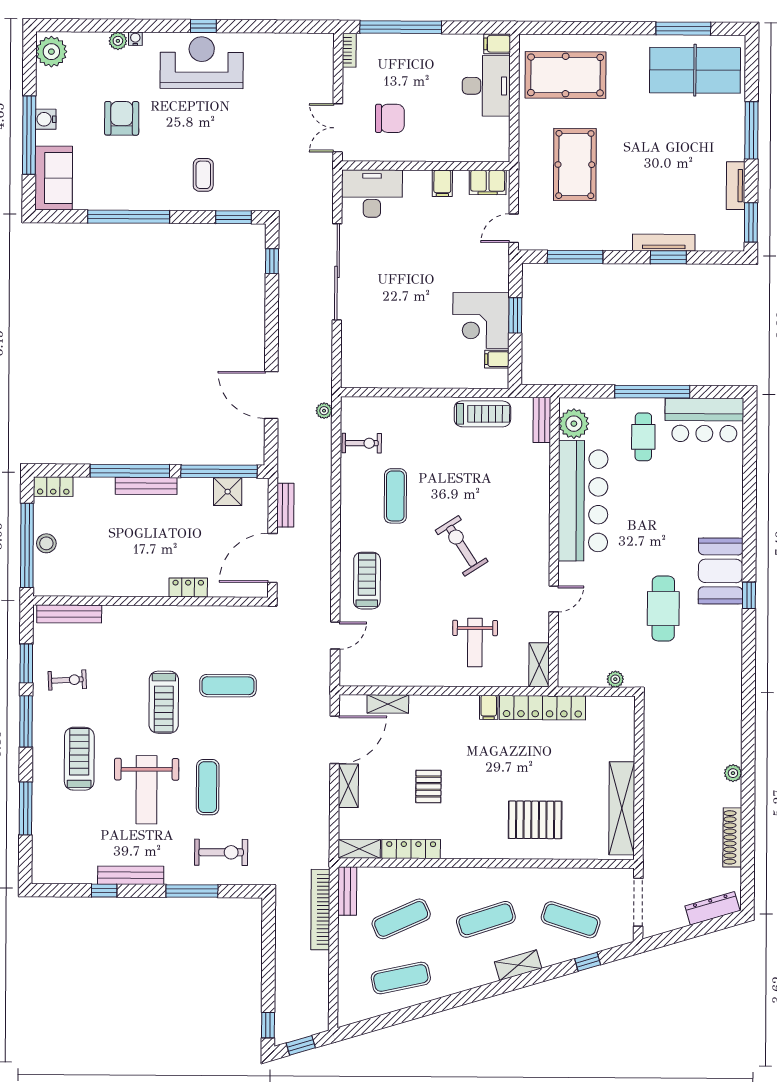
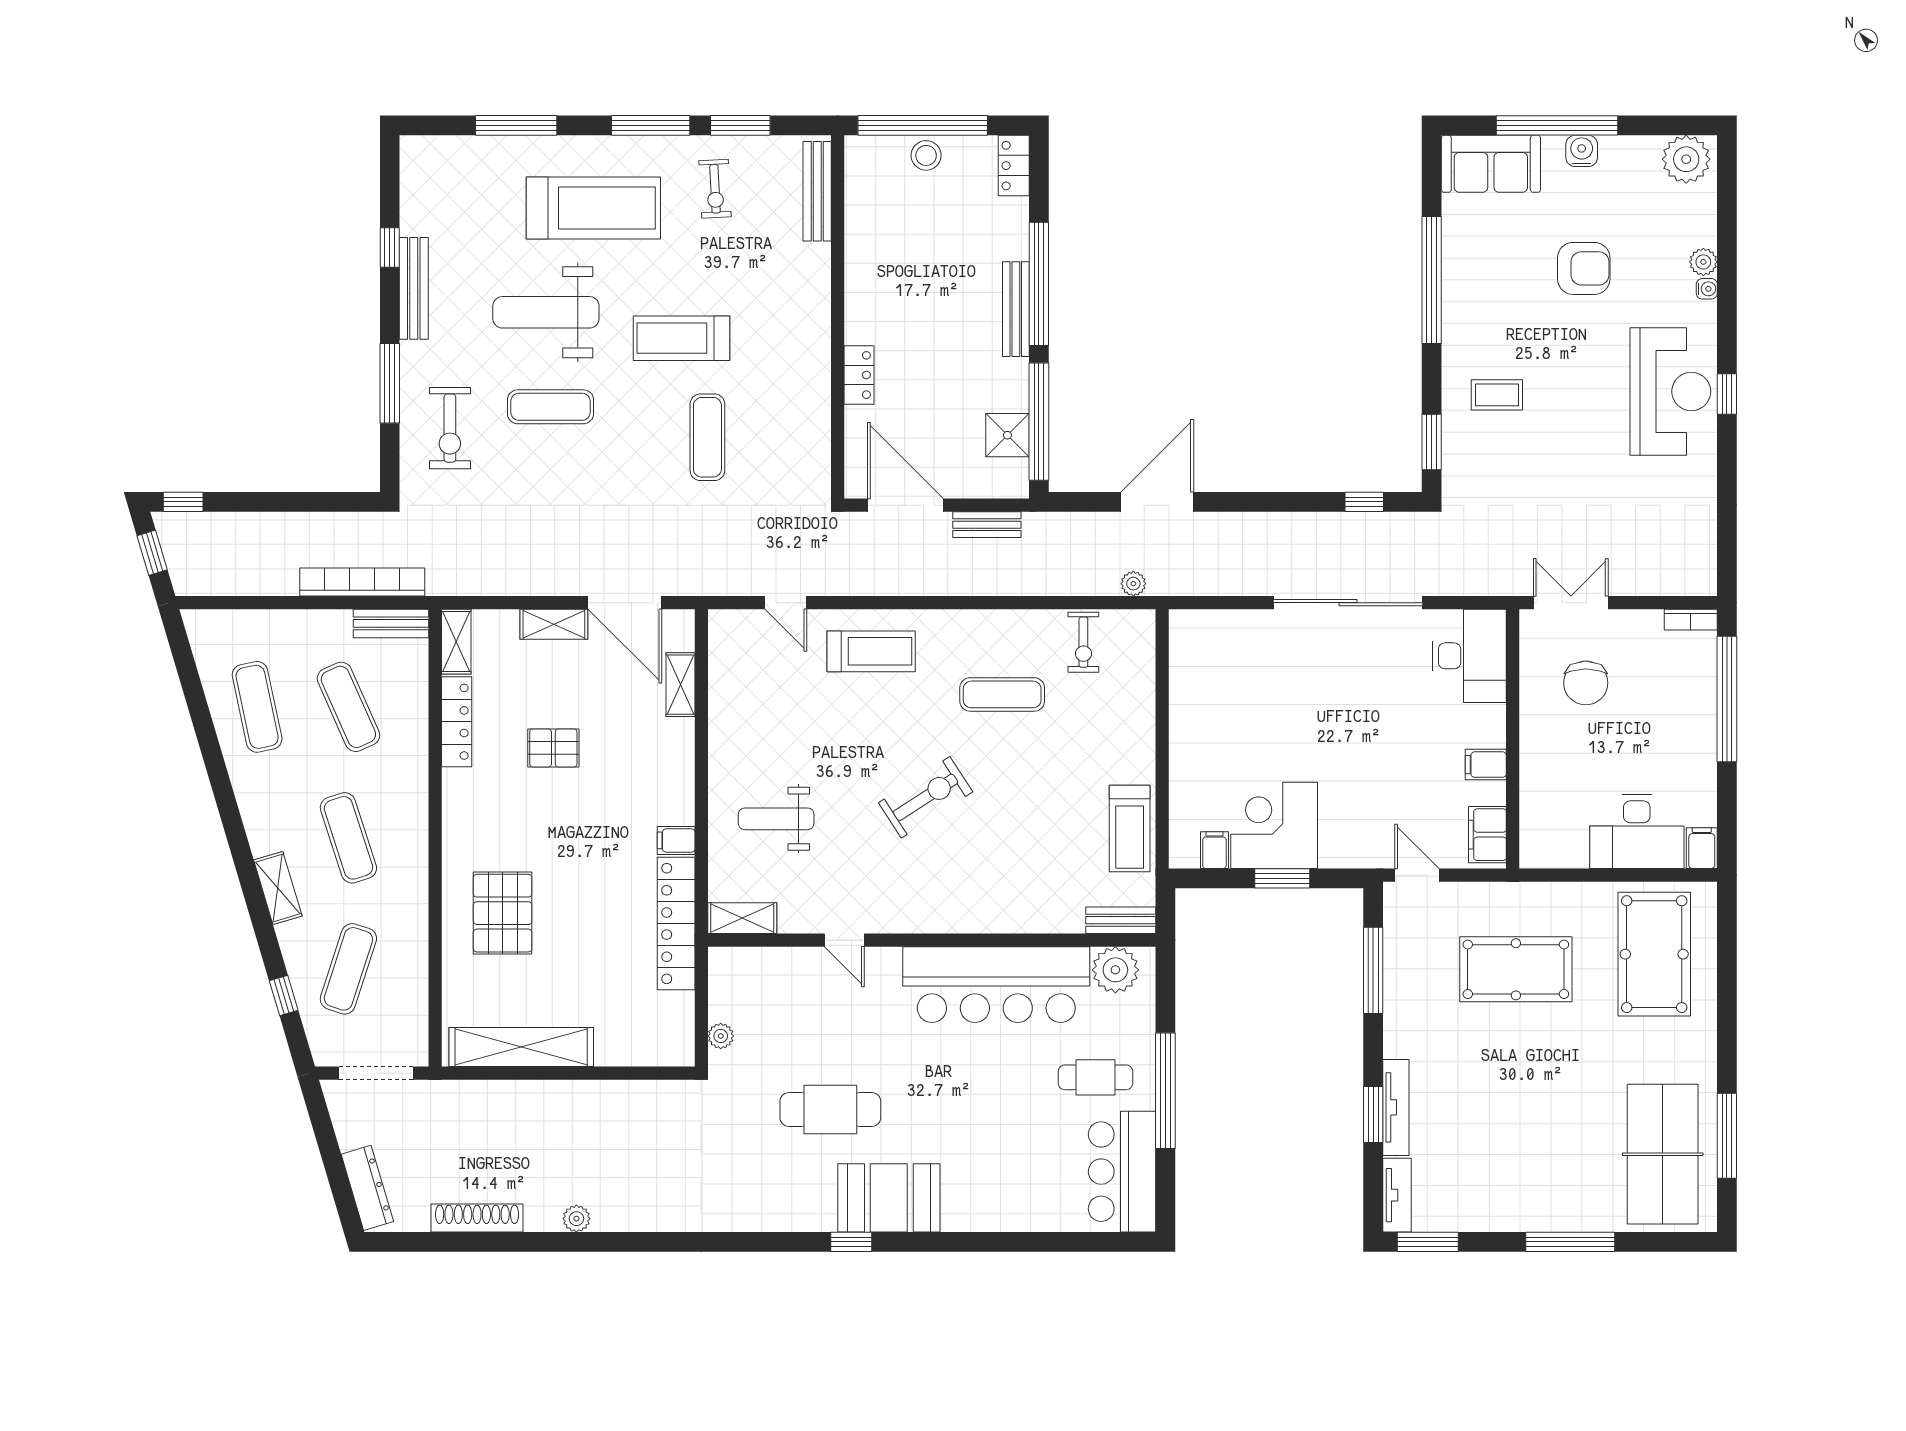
tv unit: (736, 186) -> (1397, 1195), moved, turned 90
treadmill: (79, 759) -> (593, 208), width x1.37, depth x1.37

